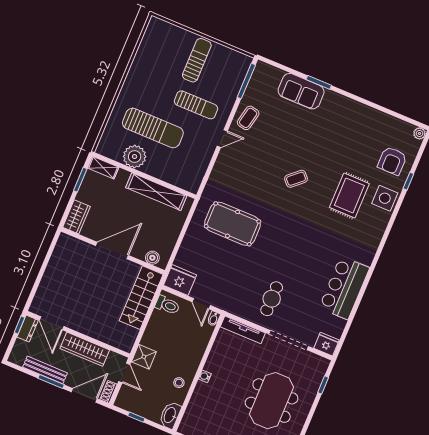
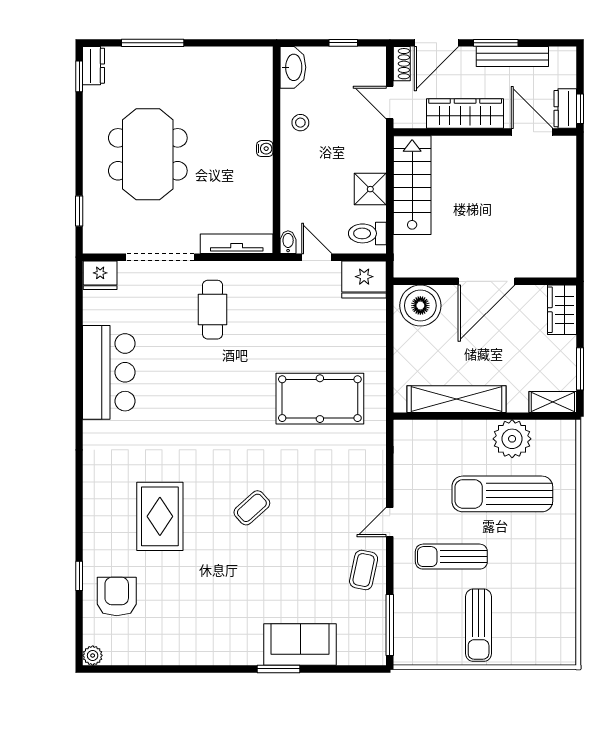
side table: (385, 198) -> (104, 535), removed
boiler: (152, 258) -> (420, 306), width x1.86, depth x1.86
stairs: (141, 298) -> (412, 185), moved
shower: (144, 357) -> (370, 189), moved

